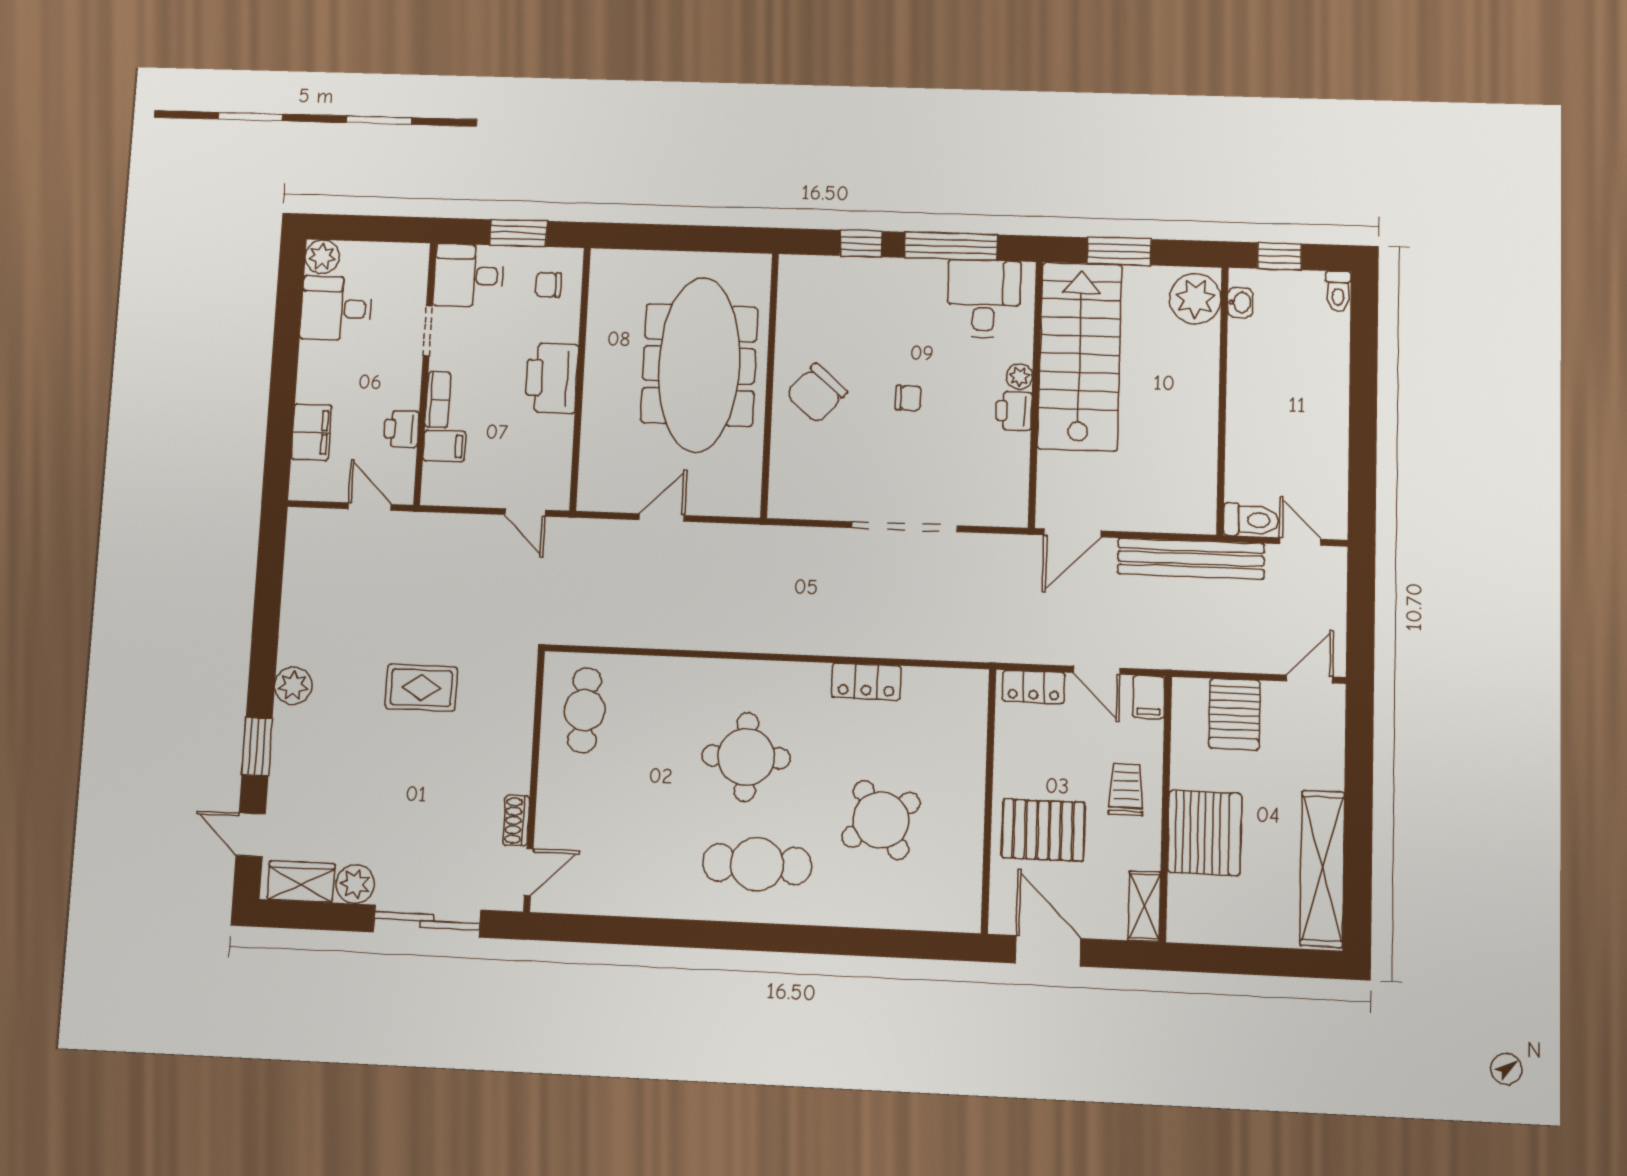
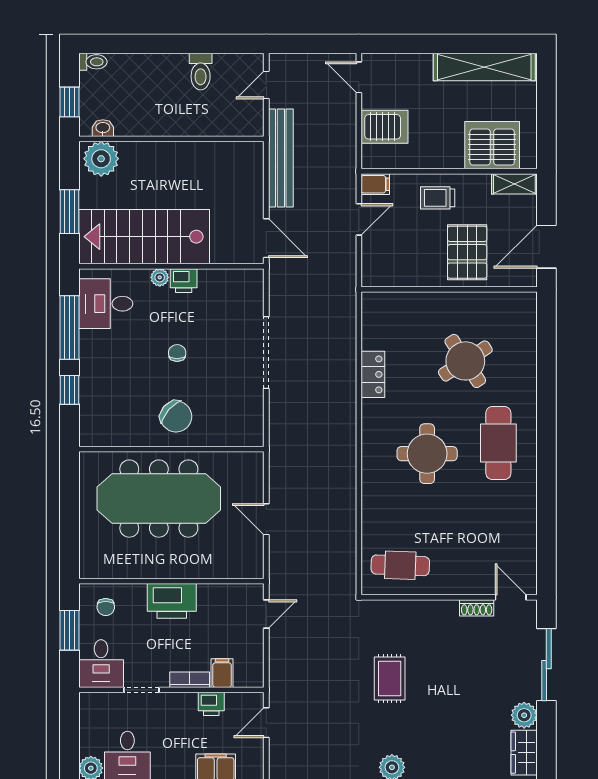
toilet: (1251, 520) -> (201, 72), moved, turned 180
locker: (1034, 687) -> (372, 261), removed
server rack: (1205, 833) -> (492, 145), moved

